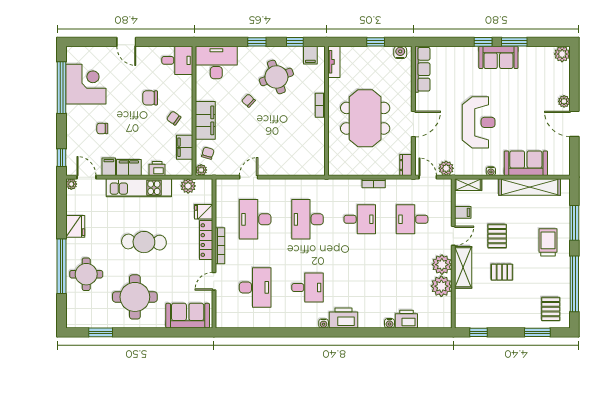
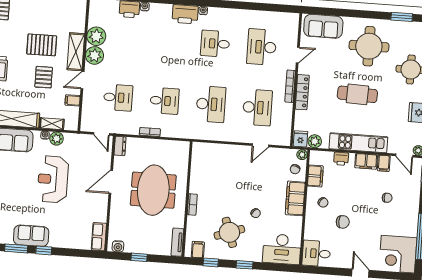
row of seats: (422, 69) -> (99, 237), width x0.68
corner desk: (86, 84) -> (398, 254), moved
plant: (446, 168) -> (56, 139), moved
shelving: (468, 185) -> (52, 124), moved
fridge: (204, 212) -> (301, 139), moved, turned -90
desk: (360, 219) -> (164, 101), turned 180
pallet: (502, 272) -> (42, 45), width x1.50, depth x1.42

